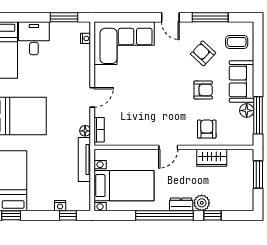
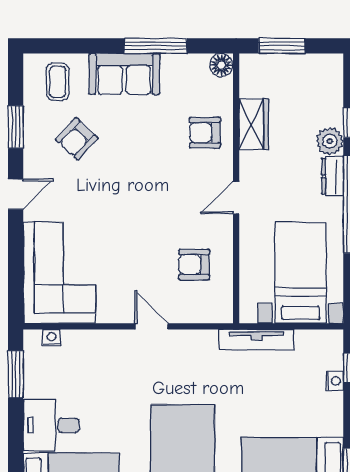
window: (210, 17) -> (16, 127), width x0.69
armchair: (203, 90) -> (194, 264), moved, turned -90
floor lamp: (247, 111) -> (221, 65), moved
window: (258, 115) -> (156, 46), moved
bookcase: (99, 130) -> (206, 315), removed
floor lamp: (85, 131) -> (208, 339), removed
door: (168, 147) -> (236, 198), swing flipped

